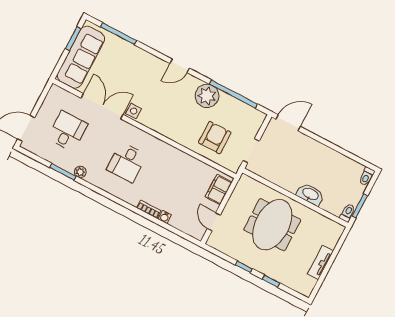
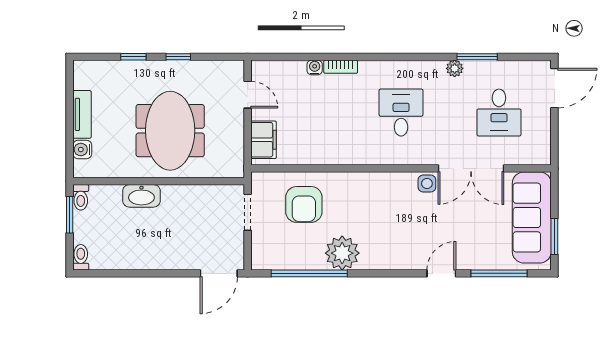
door: (180, 66) -> (441, 273), moved
water cooler: (331, 241) -> (82, 150), added

